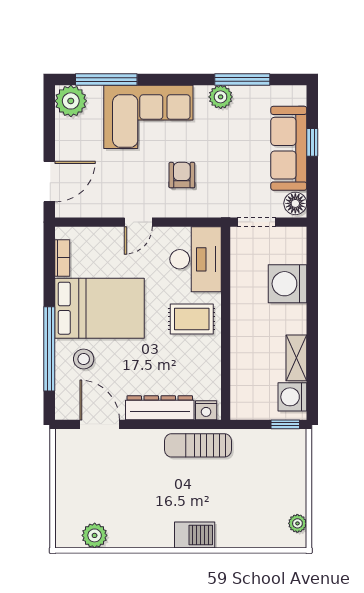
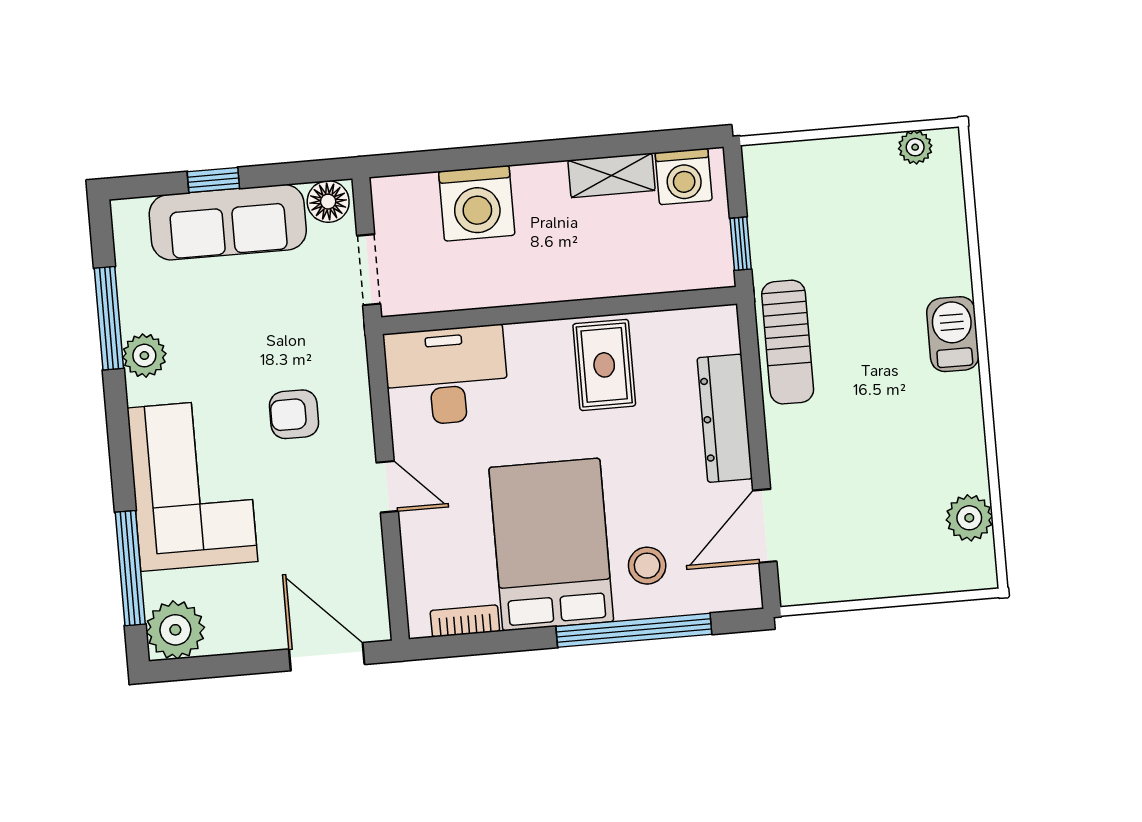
rug: (192, 319) -> (604, 365), moved
nightstand: (206, 410) -> (722, 333), removed
window: (285, 424) -> (741, 244), moved

